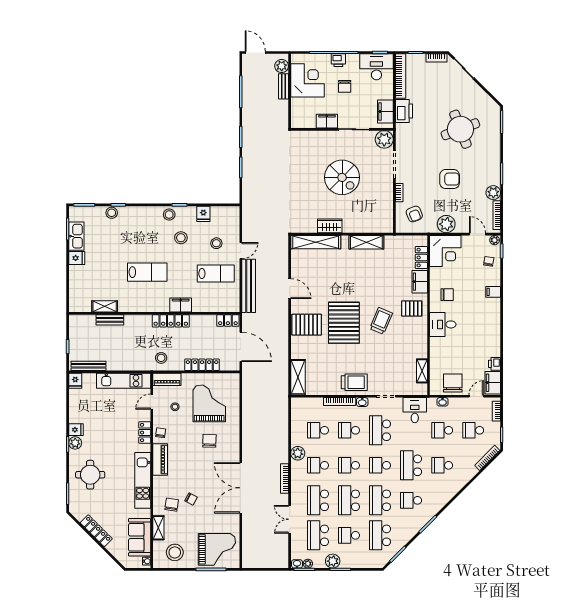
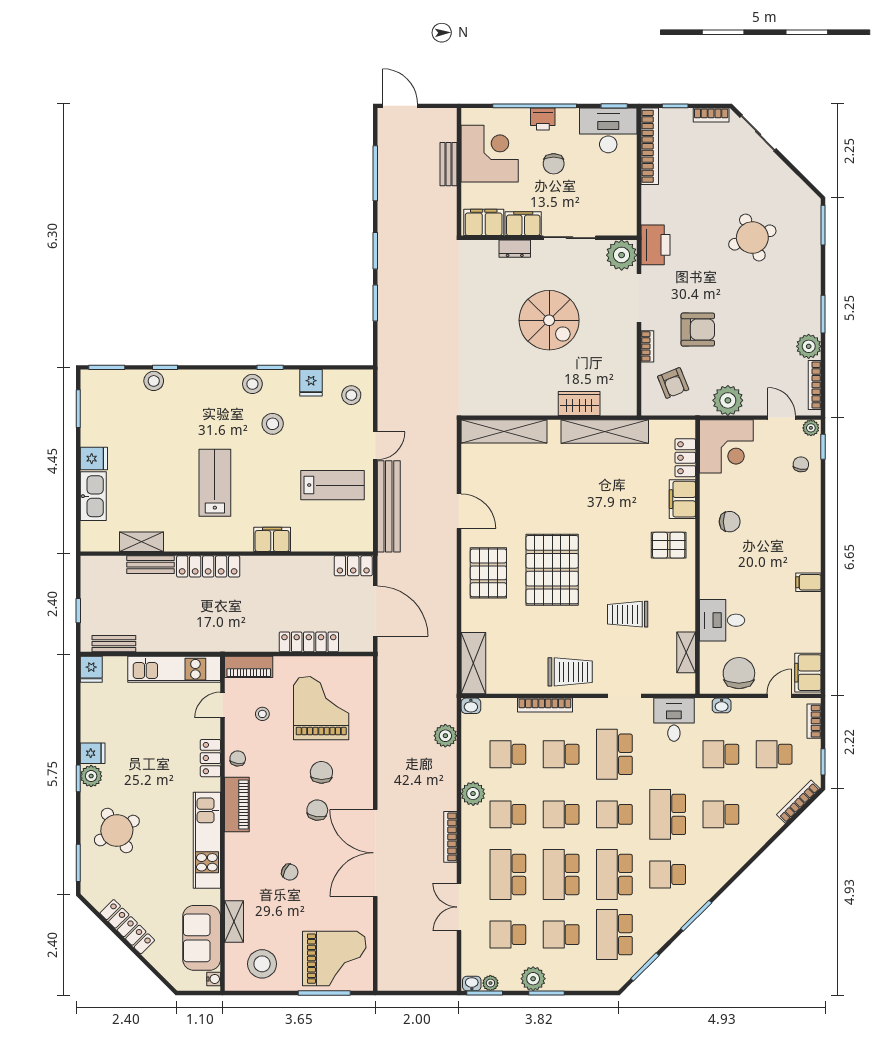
plant: (282, 66) -> (445, 736), moved
printer: (404, 111) -> (655, 245), moved
filing cabinet: (385, 112) -> (484, 222), moved, turned 90
round table: (460, 129) -> (752, 238), width x0.73, depth x0.73
dresser: (322, 136) -> (515, 249), added
armchair: (450, 179) -> (698, 330), moved
wardrobe: (330, 226) -> (579, 403), moved
kitchen sink: (76, 236) -> (93, 496), moved
shelving: (366, 242) -> (605, 432), width x1.47
stool: (216, 243) -> (351, 395), moved
lab bench: (147, 272) -> (215, 483), turned -90
filing cabinet: (493, 292) -> (808, 582), moved
locker: (171, 321) -> (208, 566), moved
trolley: (381, 321) -> (628, 614), moved, turned -113
desk: (443, 324) -> (722, 620), moved
pallet: (307, 325) -> (488, 573), turned 90
stool: (161, 358) -> (239, 630), removed
printer: (495, 364) -> (811, 640), removed
bench: (88, 366) -> (114, 644), width x0.73
washbasin: (362, 402) -> (471, 706), moved
round table: (90, 475) -> (117, 831), turned -30
chair: (172, 505) -> (317, 810), moved
school desk: (318, 535) -> (508, 935), width x0.54

